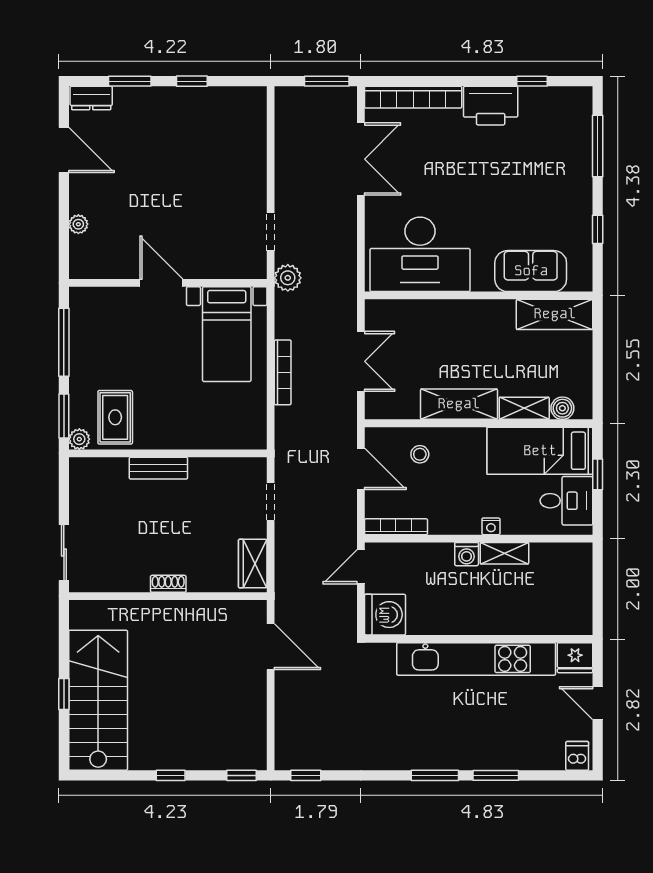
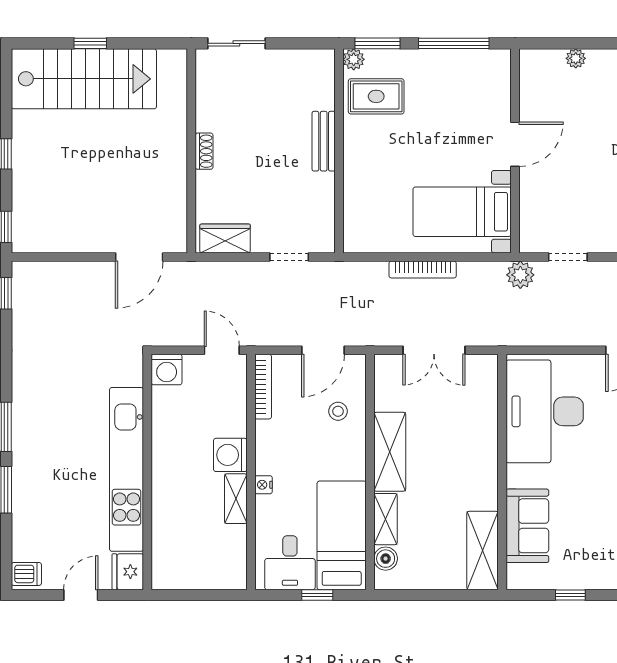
washing machine: (467, 554) -> (230, 455), width x1.38, depth x1.38
washing machine: (385, 615) -> (167, 370), width x0.73, depth x0.73

